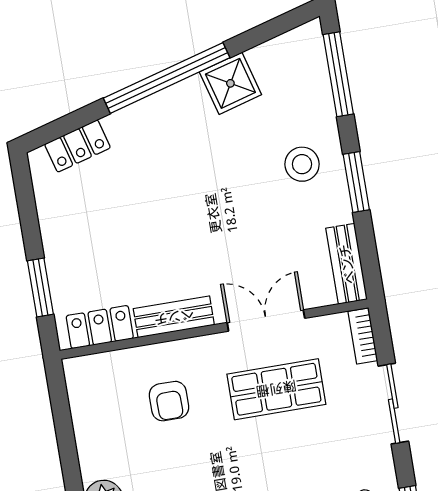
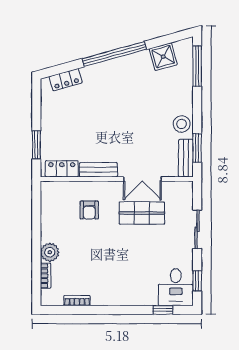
shower: (230, 83) -> (163, 57), moved
stool: (302, 164) -> (182, 124), moved
window: (356, 182) -> (197, 148), moved
double door: (266, 320) -> (142, 179), swing flipped
bookcase: (363, 336) -> (188, 194), removed

